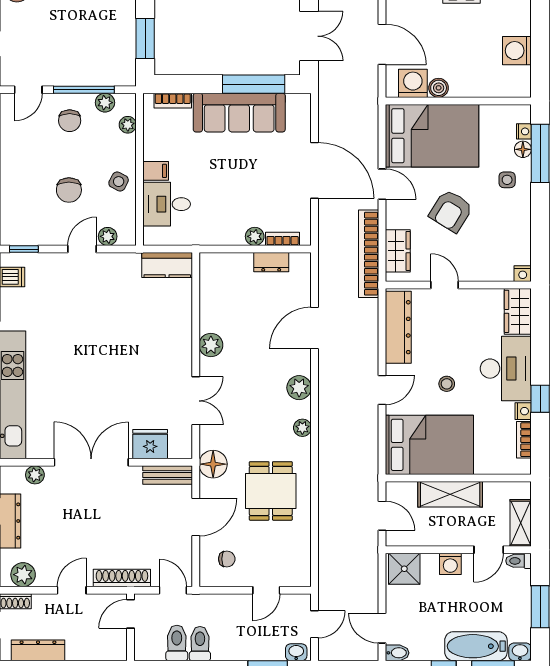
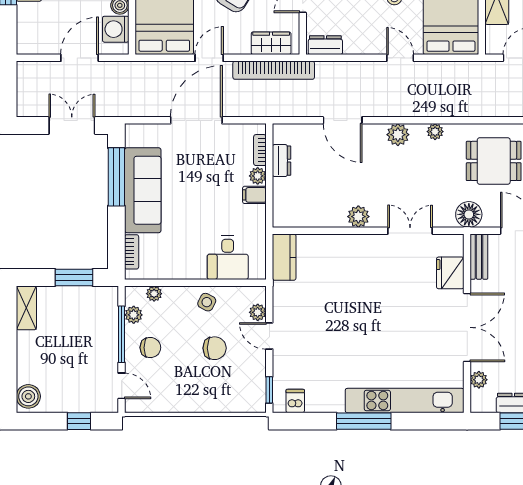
filing cabinet: (156, 171) -> (254, 195), moved, turned -90
dresser: (398, 327) -> (325, 45), width x0.51, depth x0.80
double door: (91, 462) -> (467, 327), swing flipped

